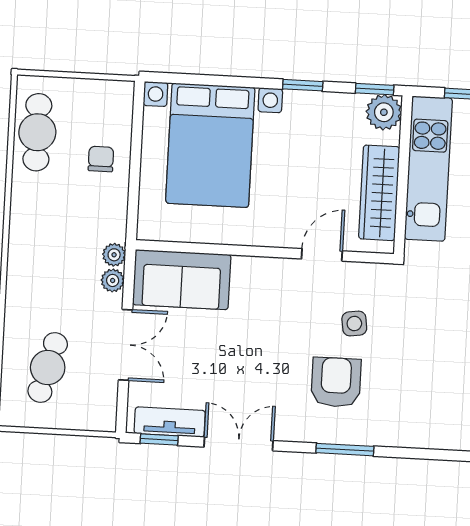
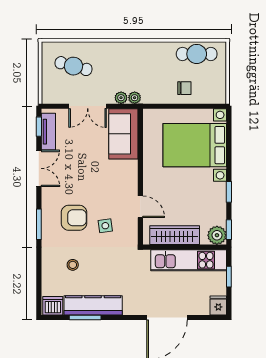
stool: (425, 389) -> (73, 265), added

